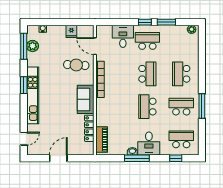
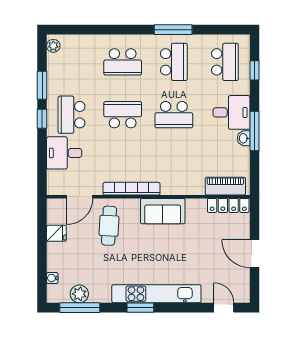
school desk: (181, 107) -> (174, 62), turned 180
locker: (89, 128) -> (228, 205), moved
school desk: (181, 139) -> (225, 62), turned 180

